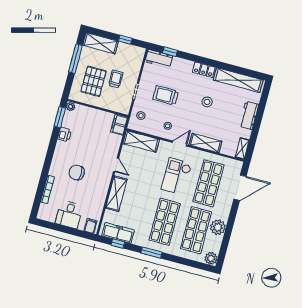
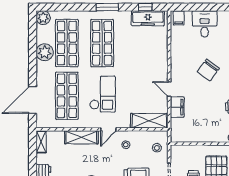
filing cabinet: (119, 125) -> (177, 107), moved
chair: (77, 173) -> (208, 70), turned 127
shelving: (116, 194) -> (161, 59), removed

